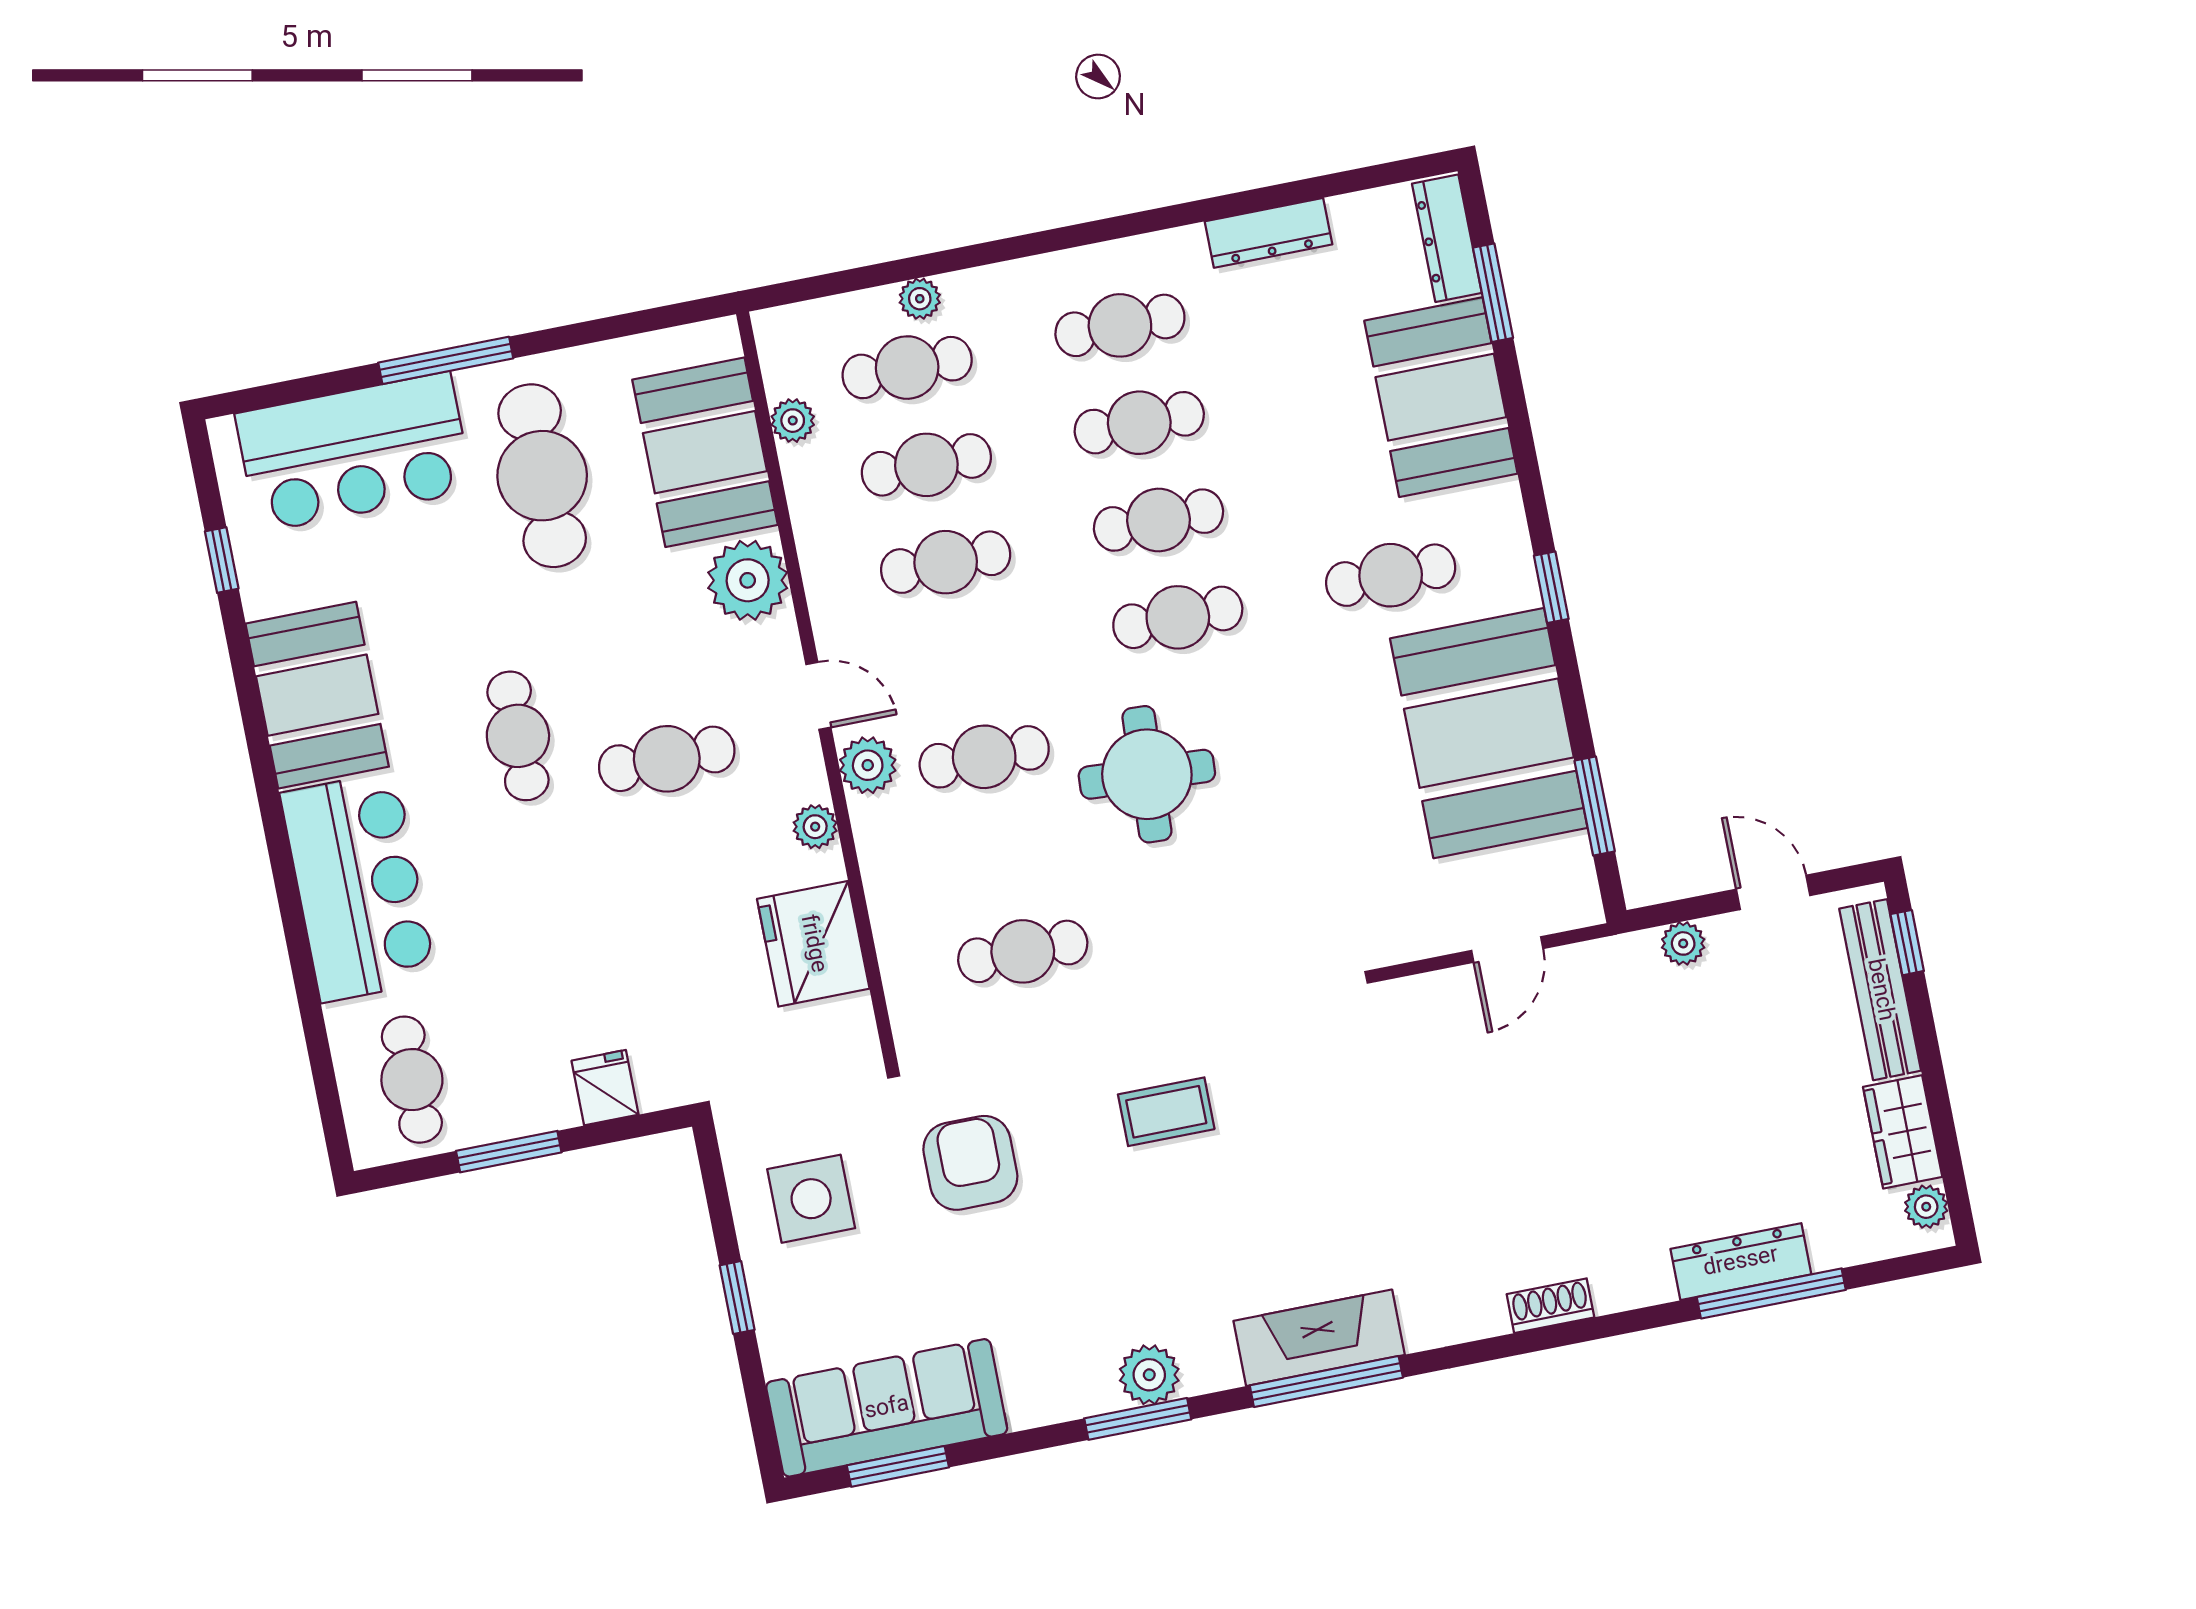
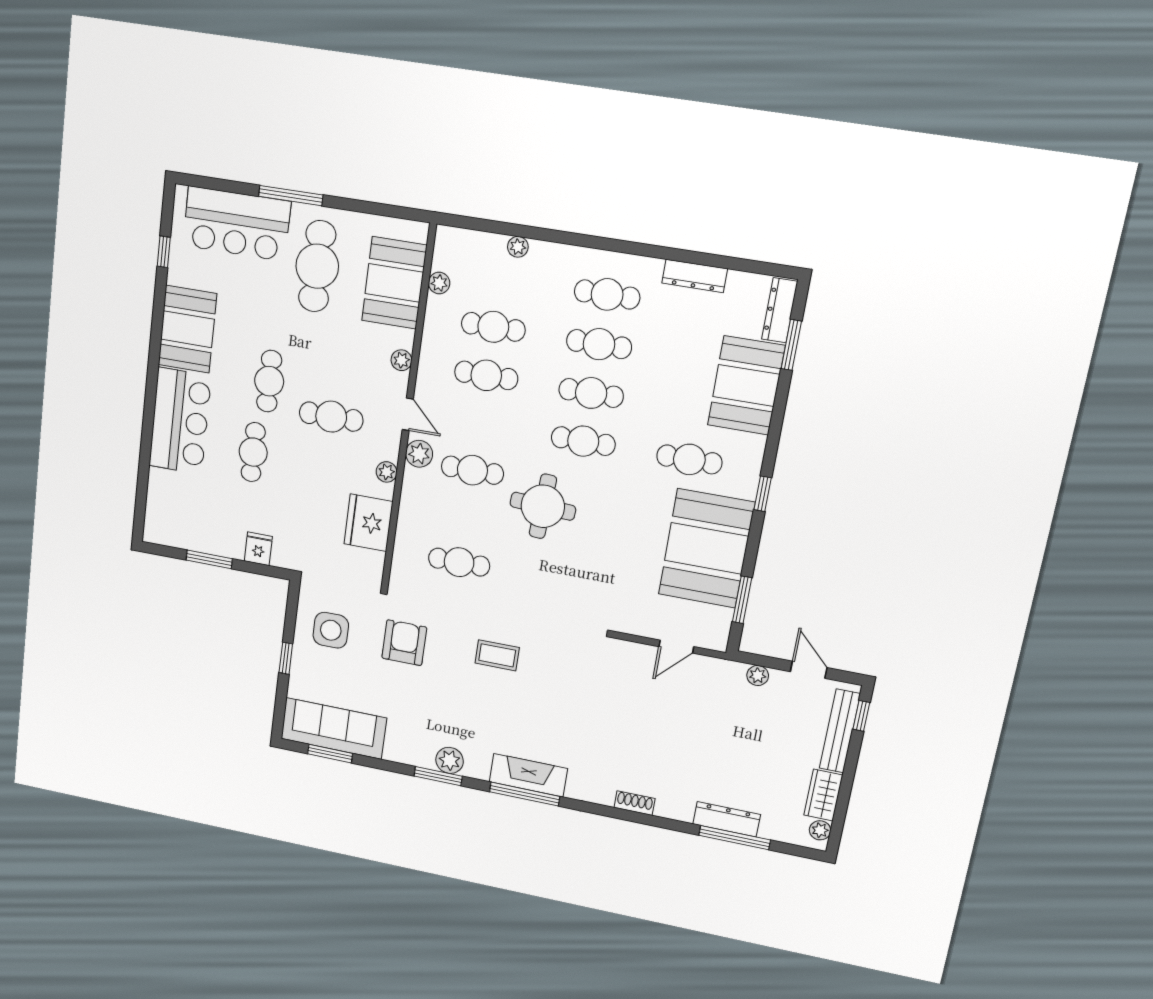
cafe table: (907, 368) -> (500, 278), removed
plant: (748, 580) -> (401, 360), width x0.53, depth x0.53
cafe table: (412, 1080) -> (253, 452), moved

